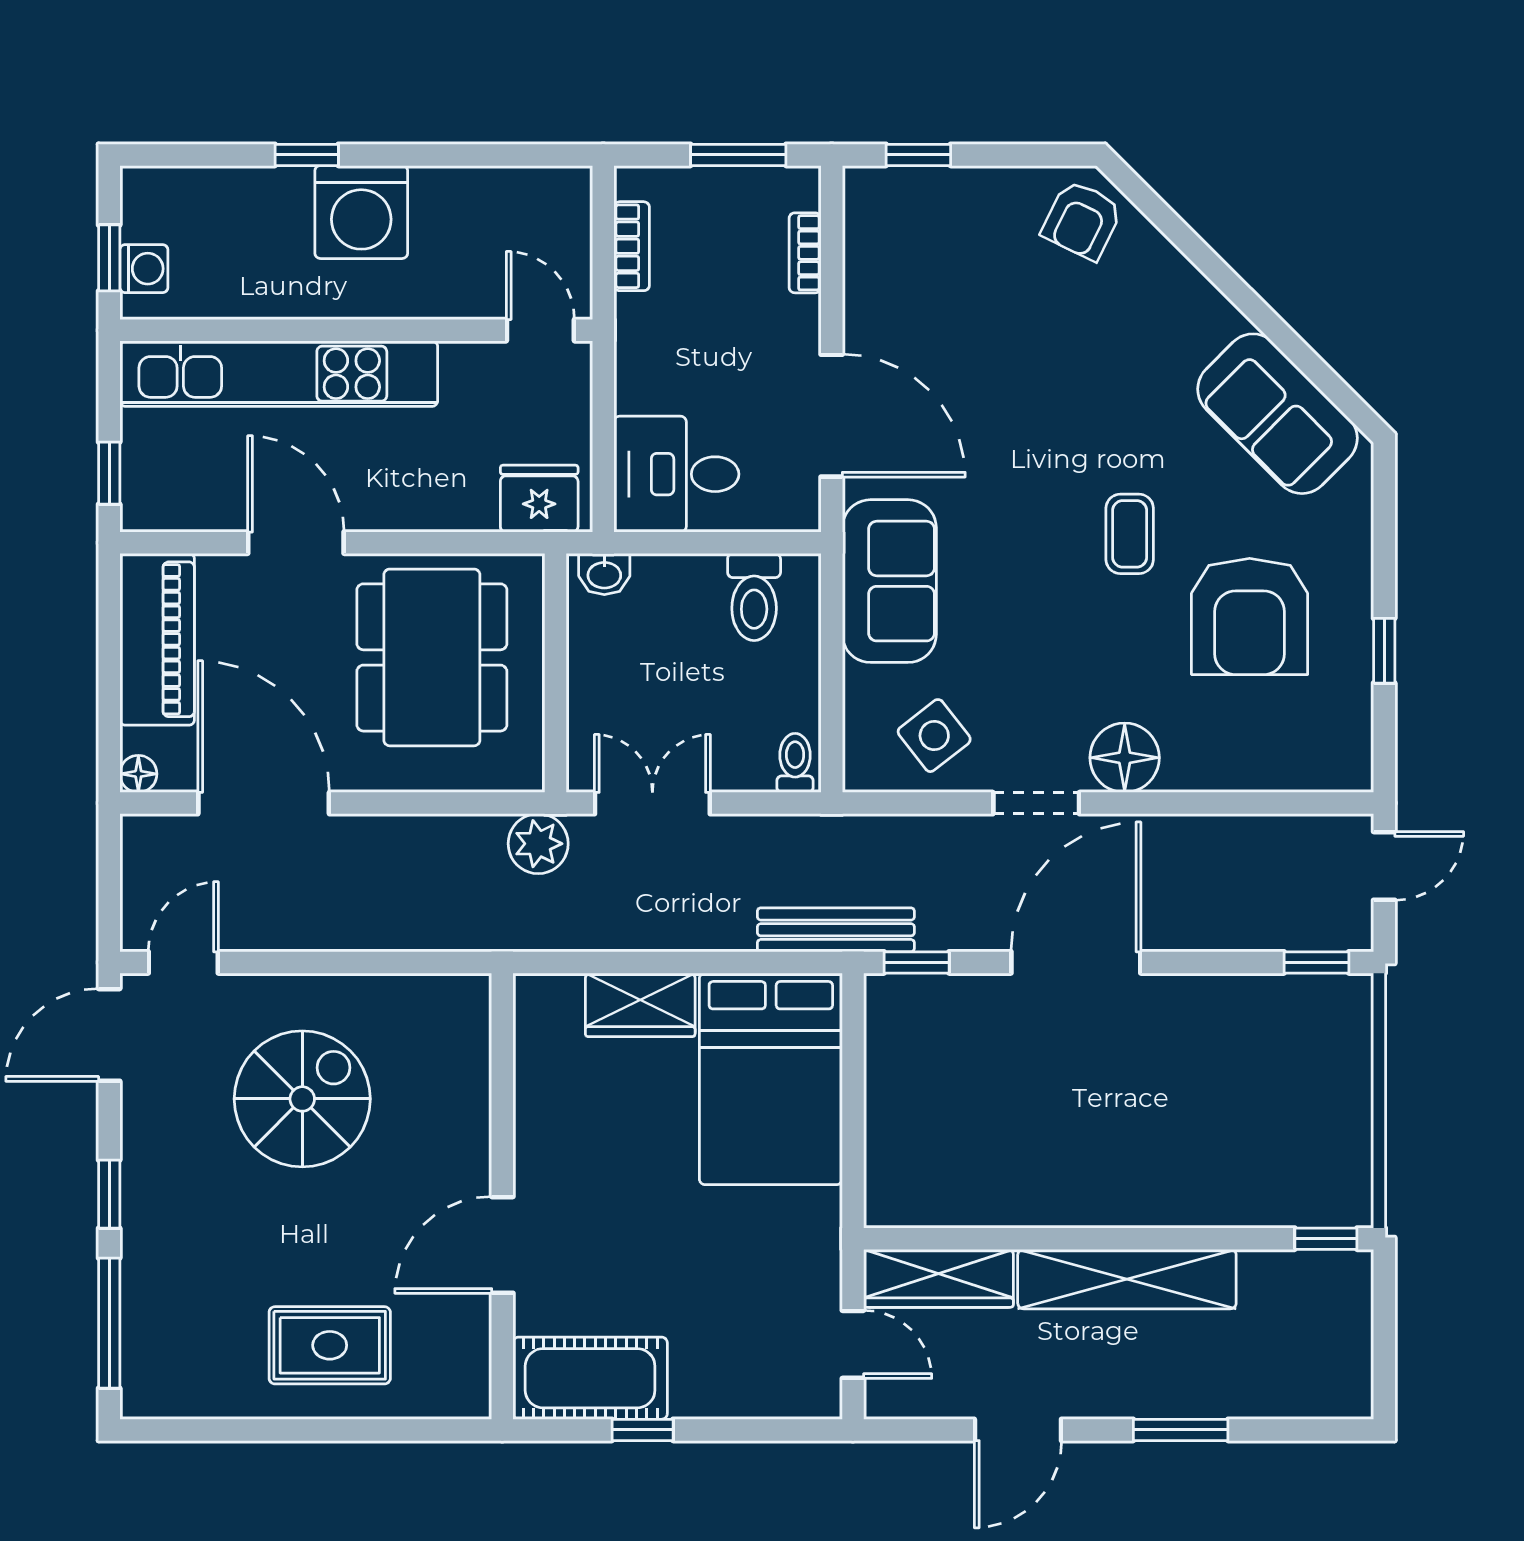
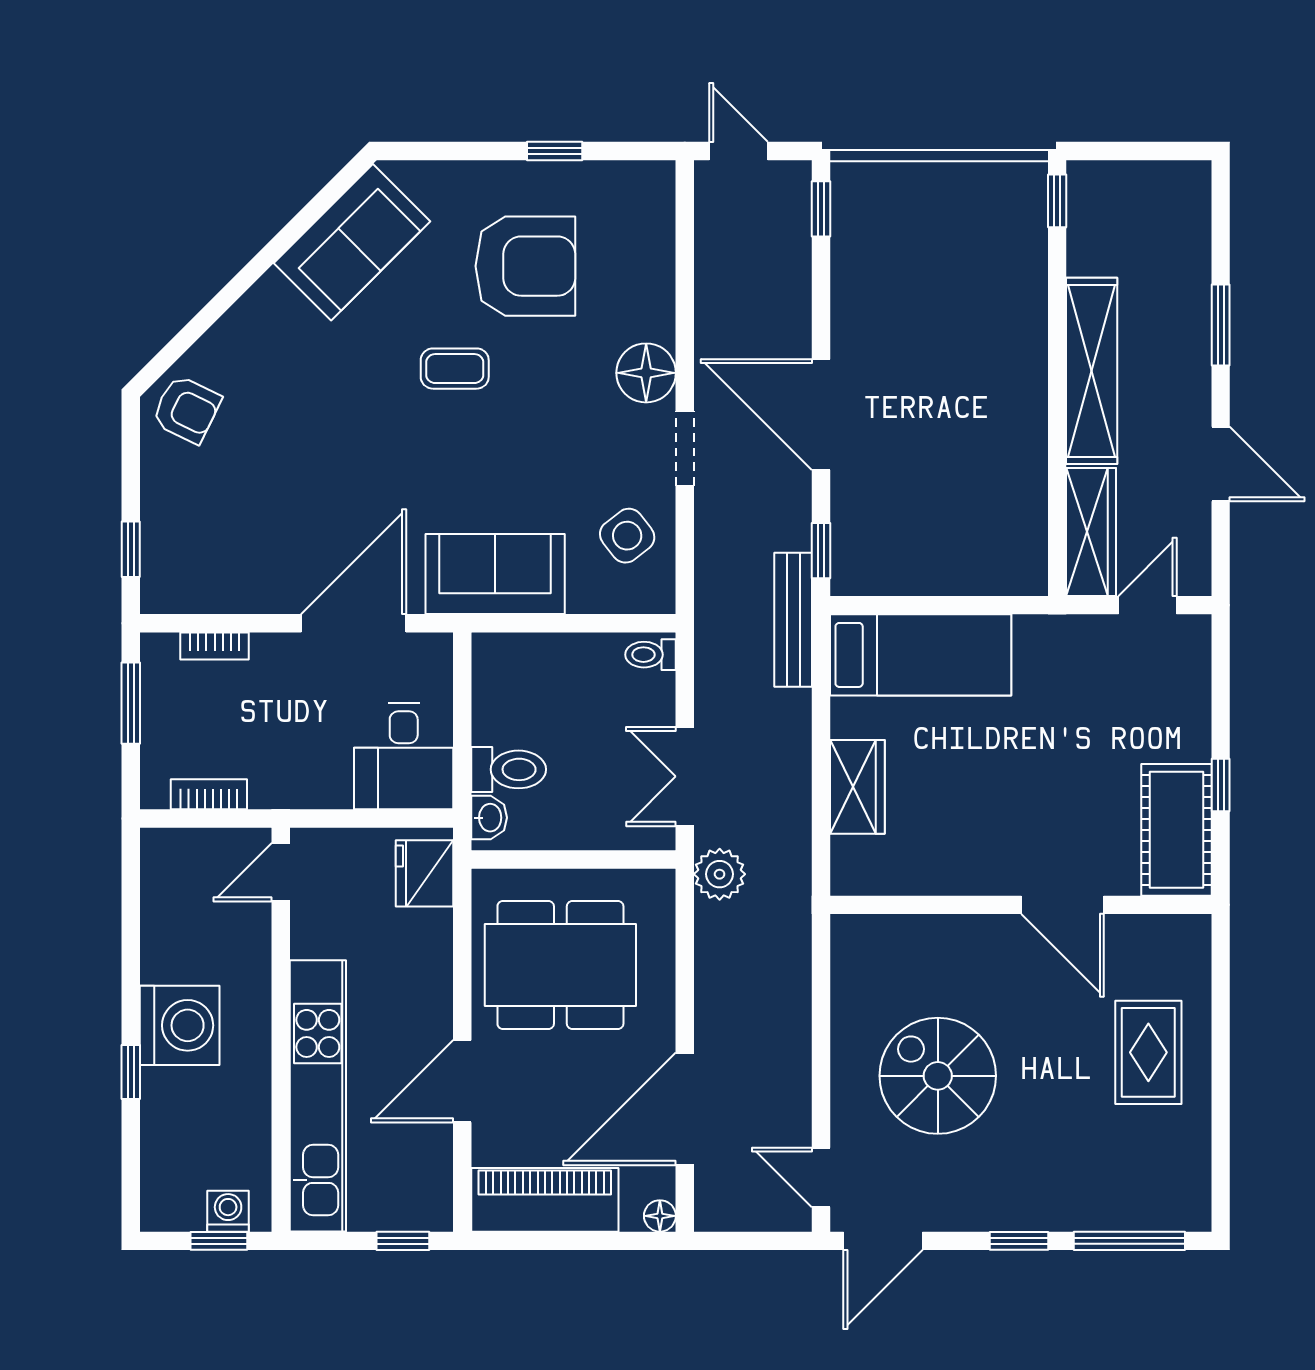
toilet: (754, 597) -> (509, 769), moved
door: (109, 1035) -> (883, 1241), hinge flipped
bed: (771, 1079) -> (921, 655), width x0.67

